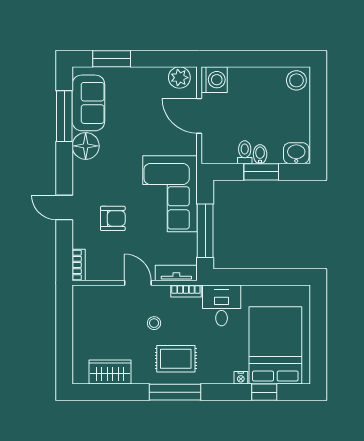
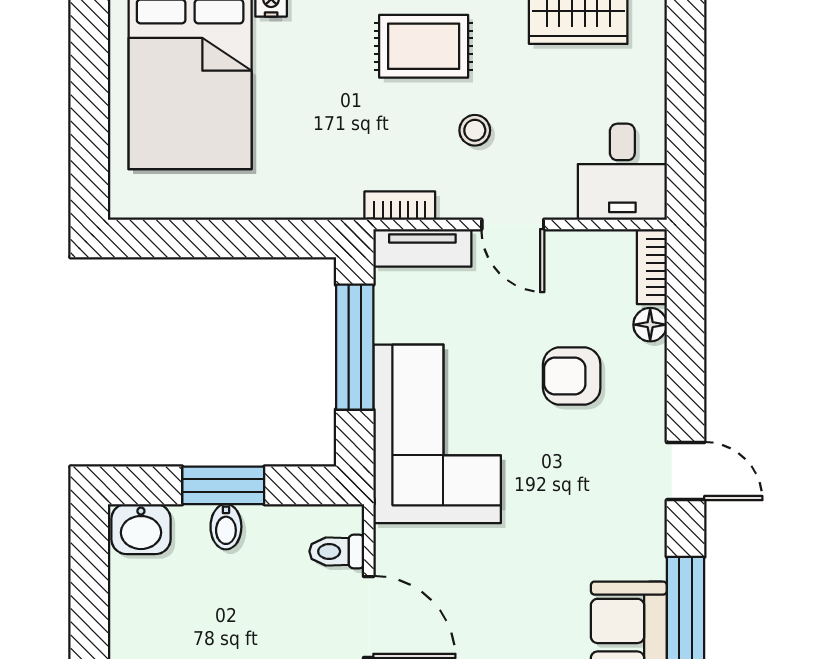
floor lamp: (86, 146) -> (650, 325), moved, width x0.53, depth x0.53
toilet: (245, 152) -> (337, 551), moved, turned 90
door: (64, 207) -> (686, 471), moved
desk: (222, 305) -> (622, 172), moved

